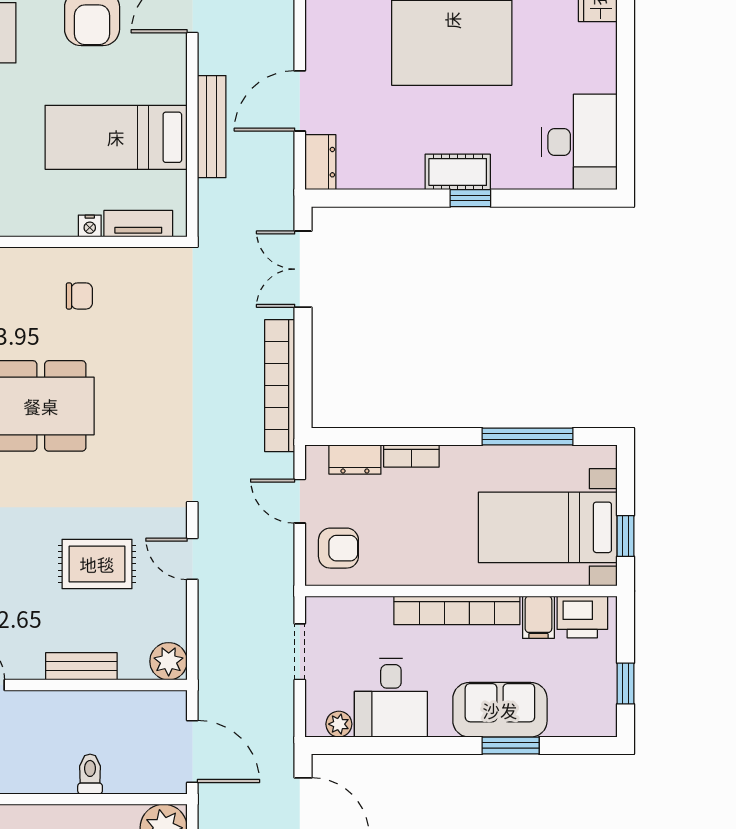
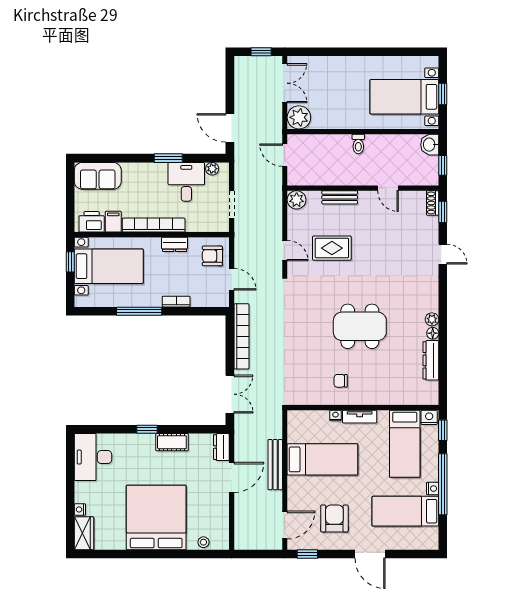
nightstand: (606, 36) -> (80, 510), added
cot: (458, 172) -> (172, 442), moved
tv unit: (138, 224) -> (360, 417), moved
window: (527, 437) -> (139, 311), moved
dresser: (355, 460) -> (175, 244), moved, turned 180
window: (625, 684) -> (70, 189), removed
sofa: (500, 710) -> (98, 176), moved
window: (511, 745) -> (168, 158), moved
door: (192, 751) -> (285, 155), width x0.73
toilet: (90, 774) -> (358, 144), moved

